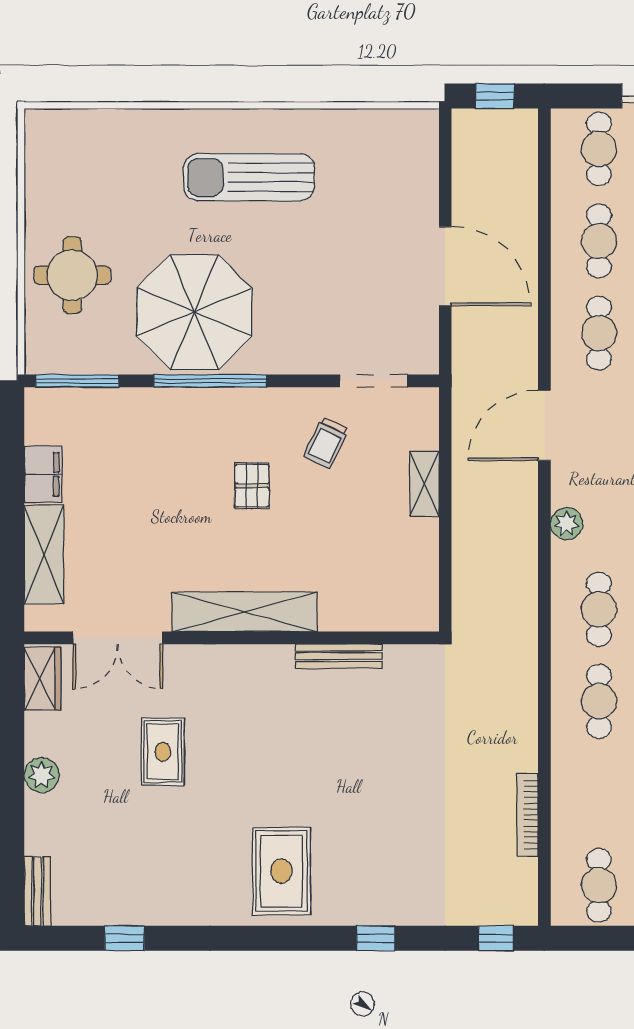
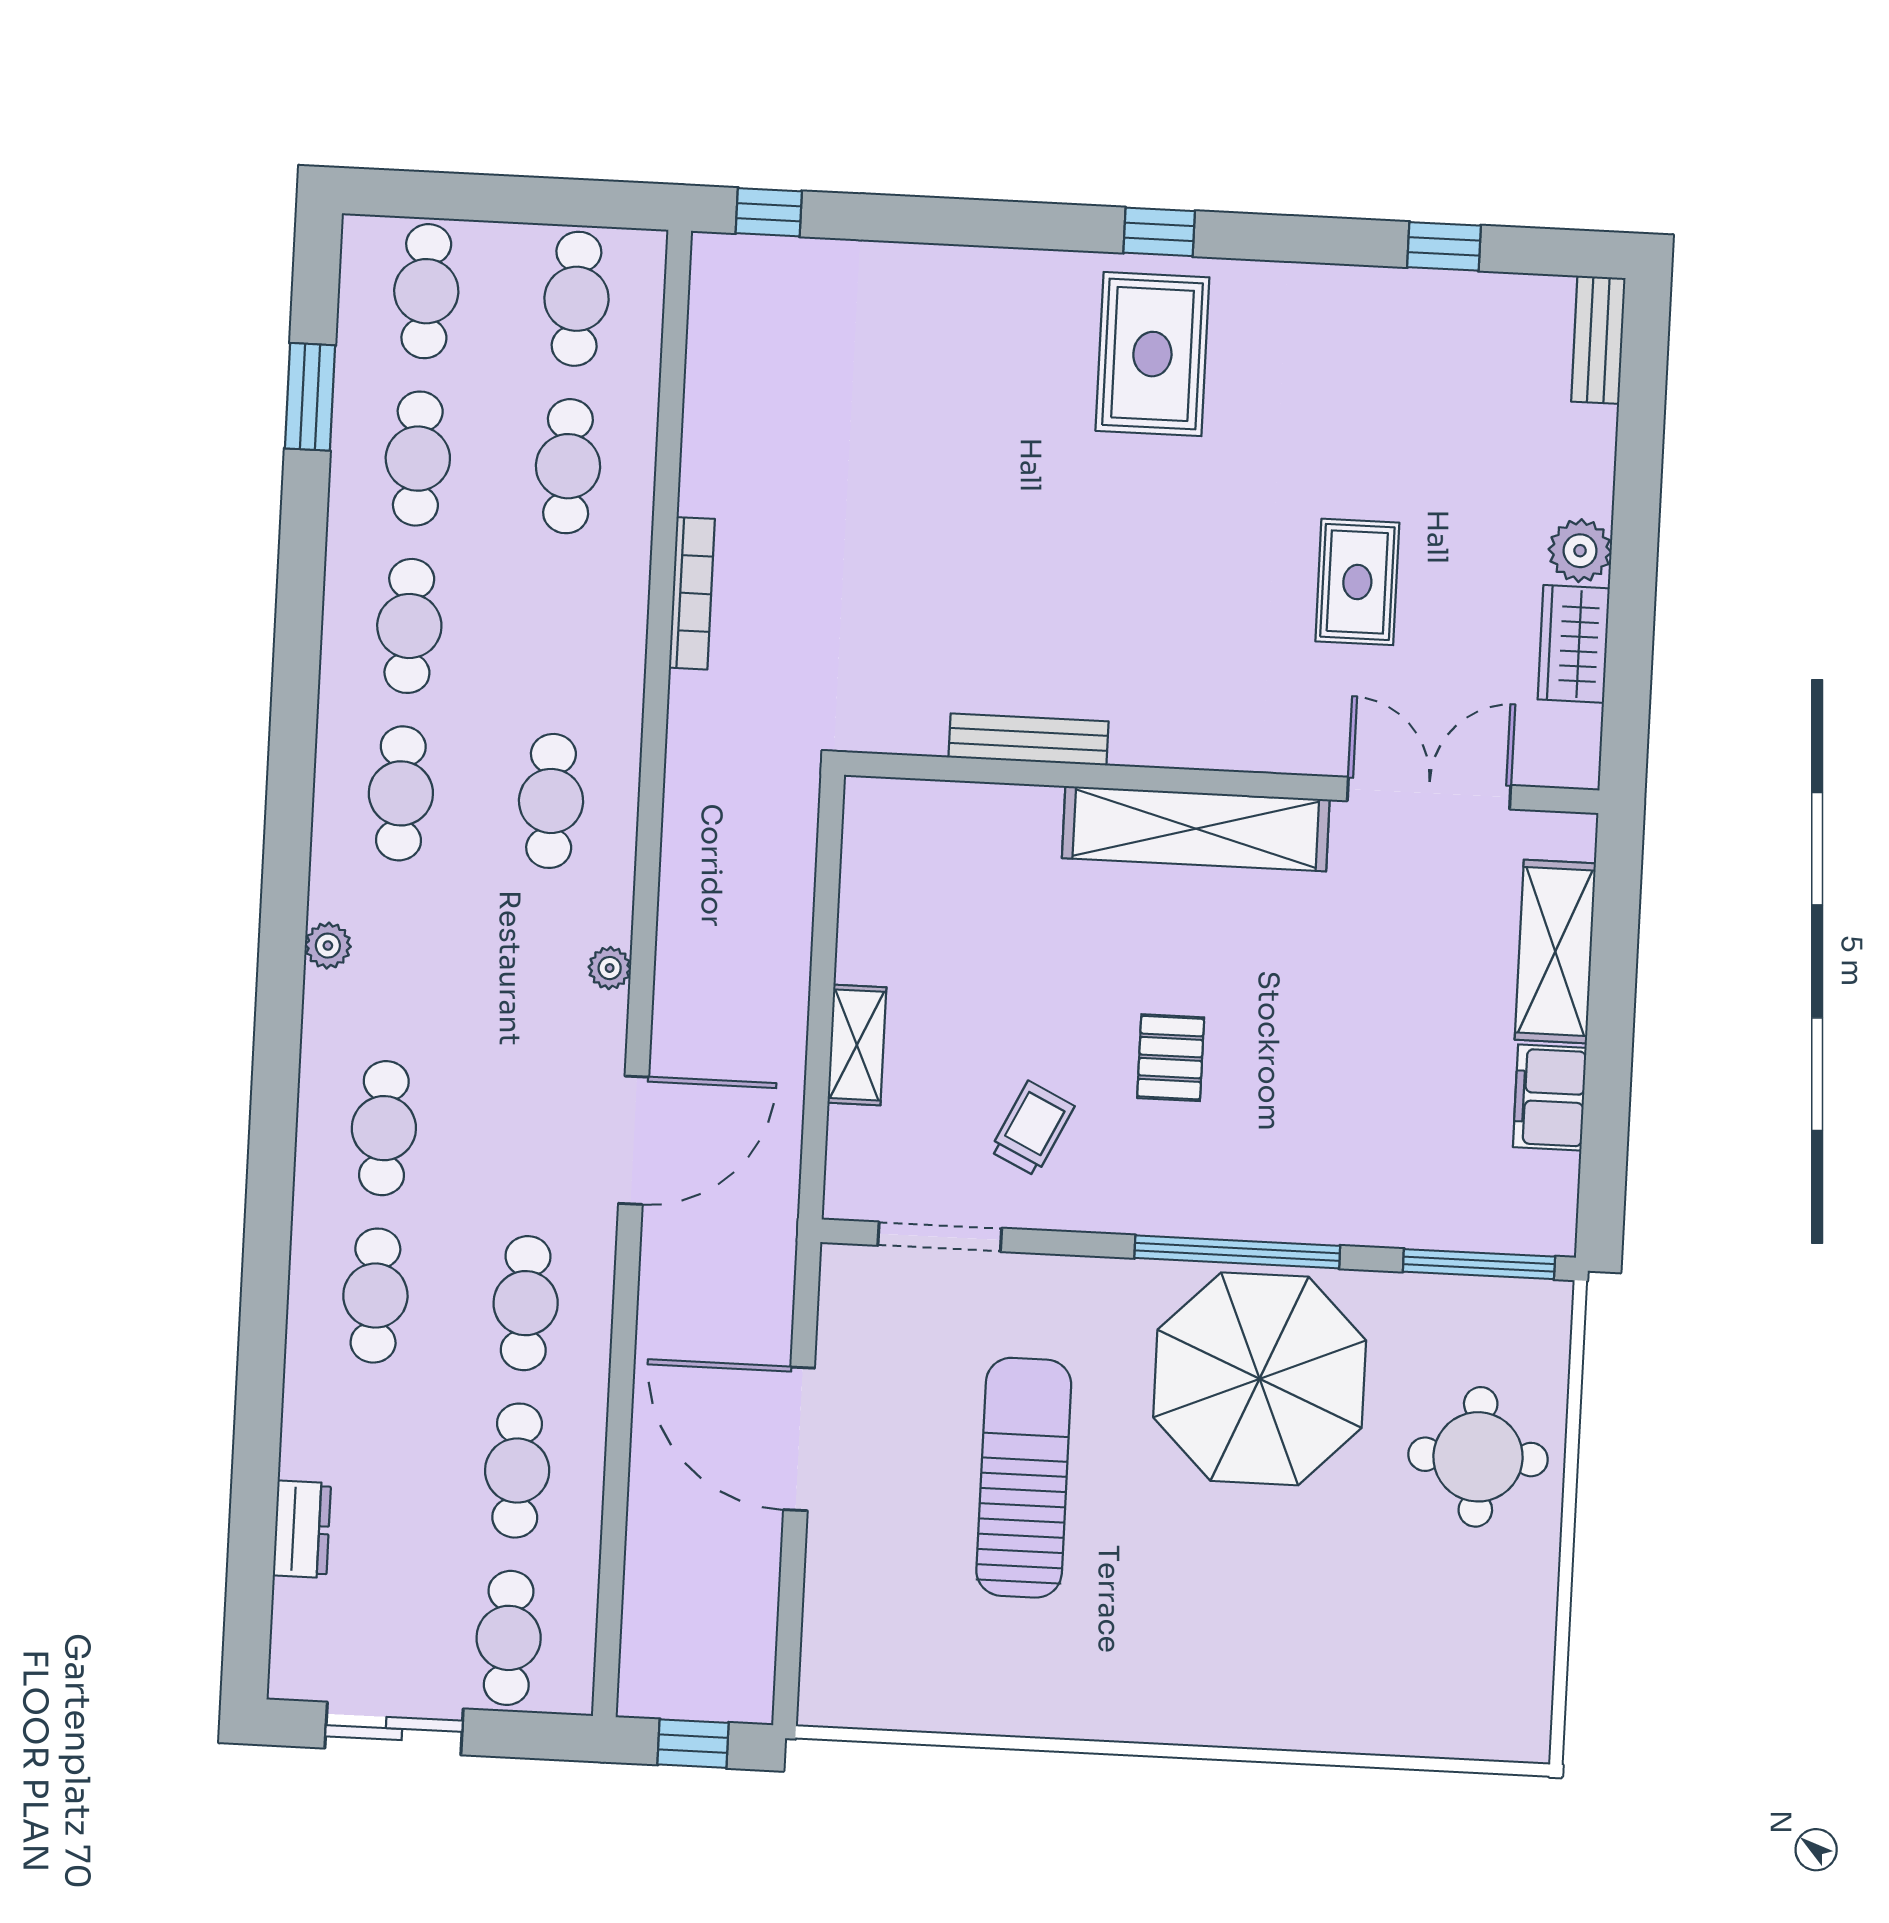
sun lounger: (249, 177) -> (1024, 1478), moved, turned -90
plant: (567, 524) -> (610, 968), width x0.73, depth x0.73
wardrobe: (42, 679) -> (1574, 644), moved
cafe table: (599, 701) -> (568, 466), moved
bookcase: (528, 815) -> (692, 593), moved
window: (376, 938) -> (1159, 232), moved

